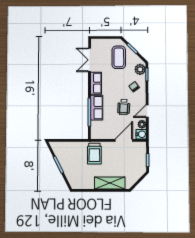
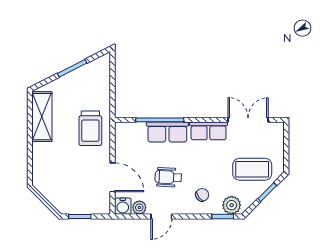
door: (147, 111) -> (161, 216), swing flipped
trolley: (94, 154) -> (90, 128), turned -90
shelving: (110, 183) -> (42, 117), moved

